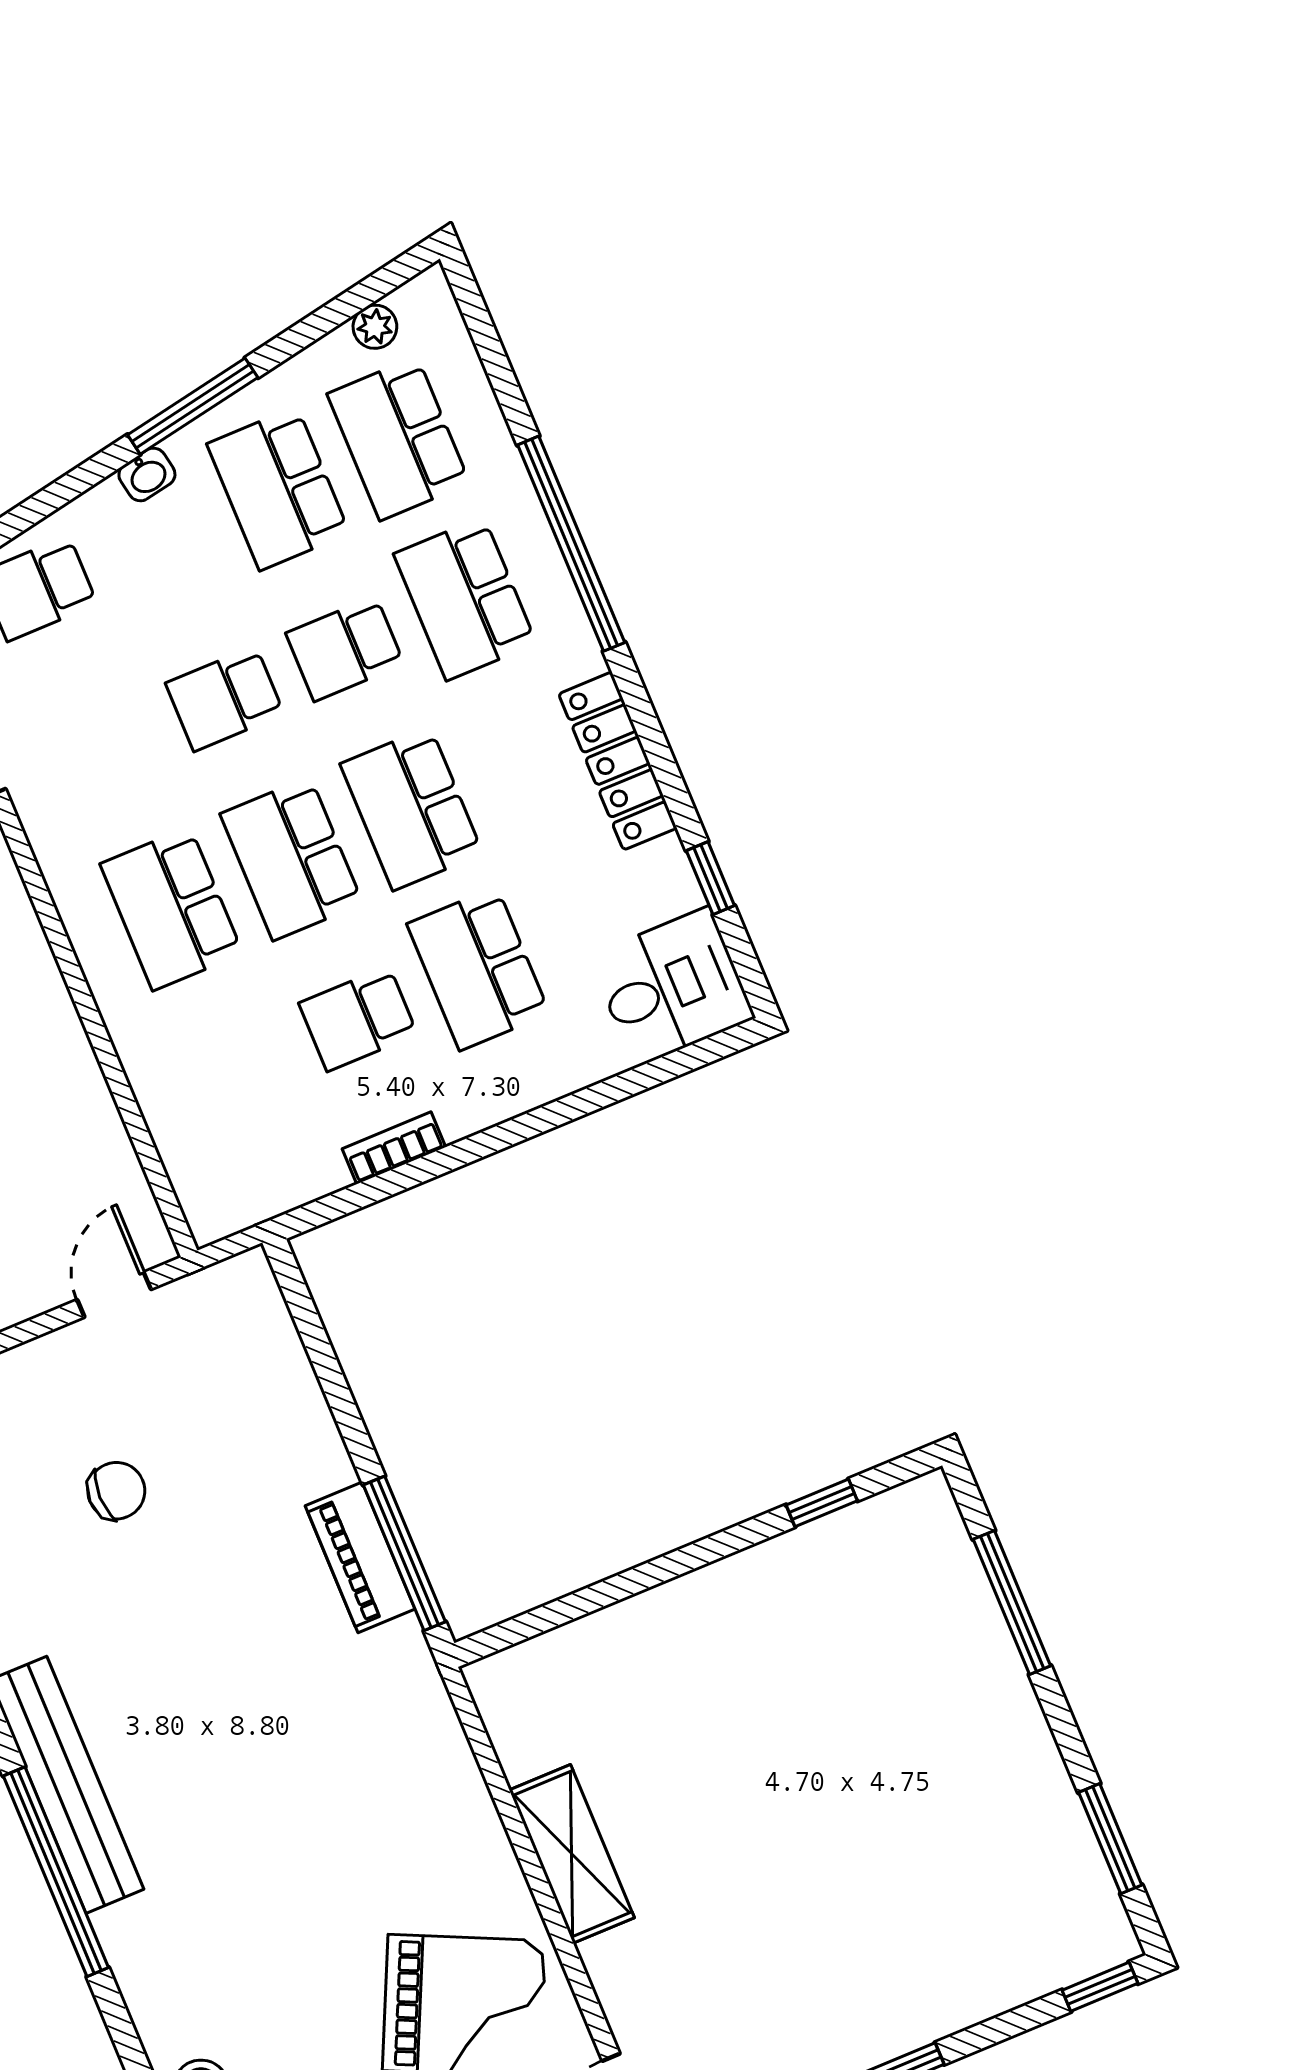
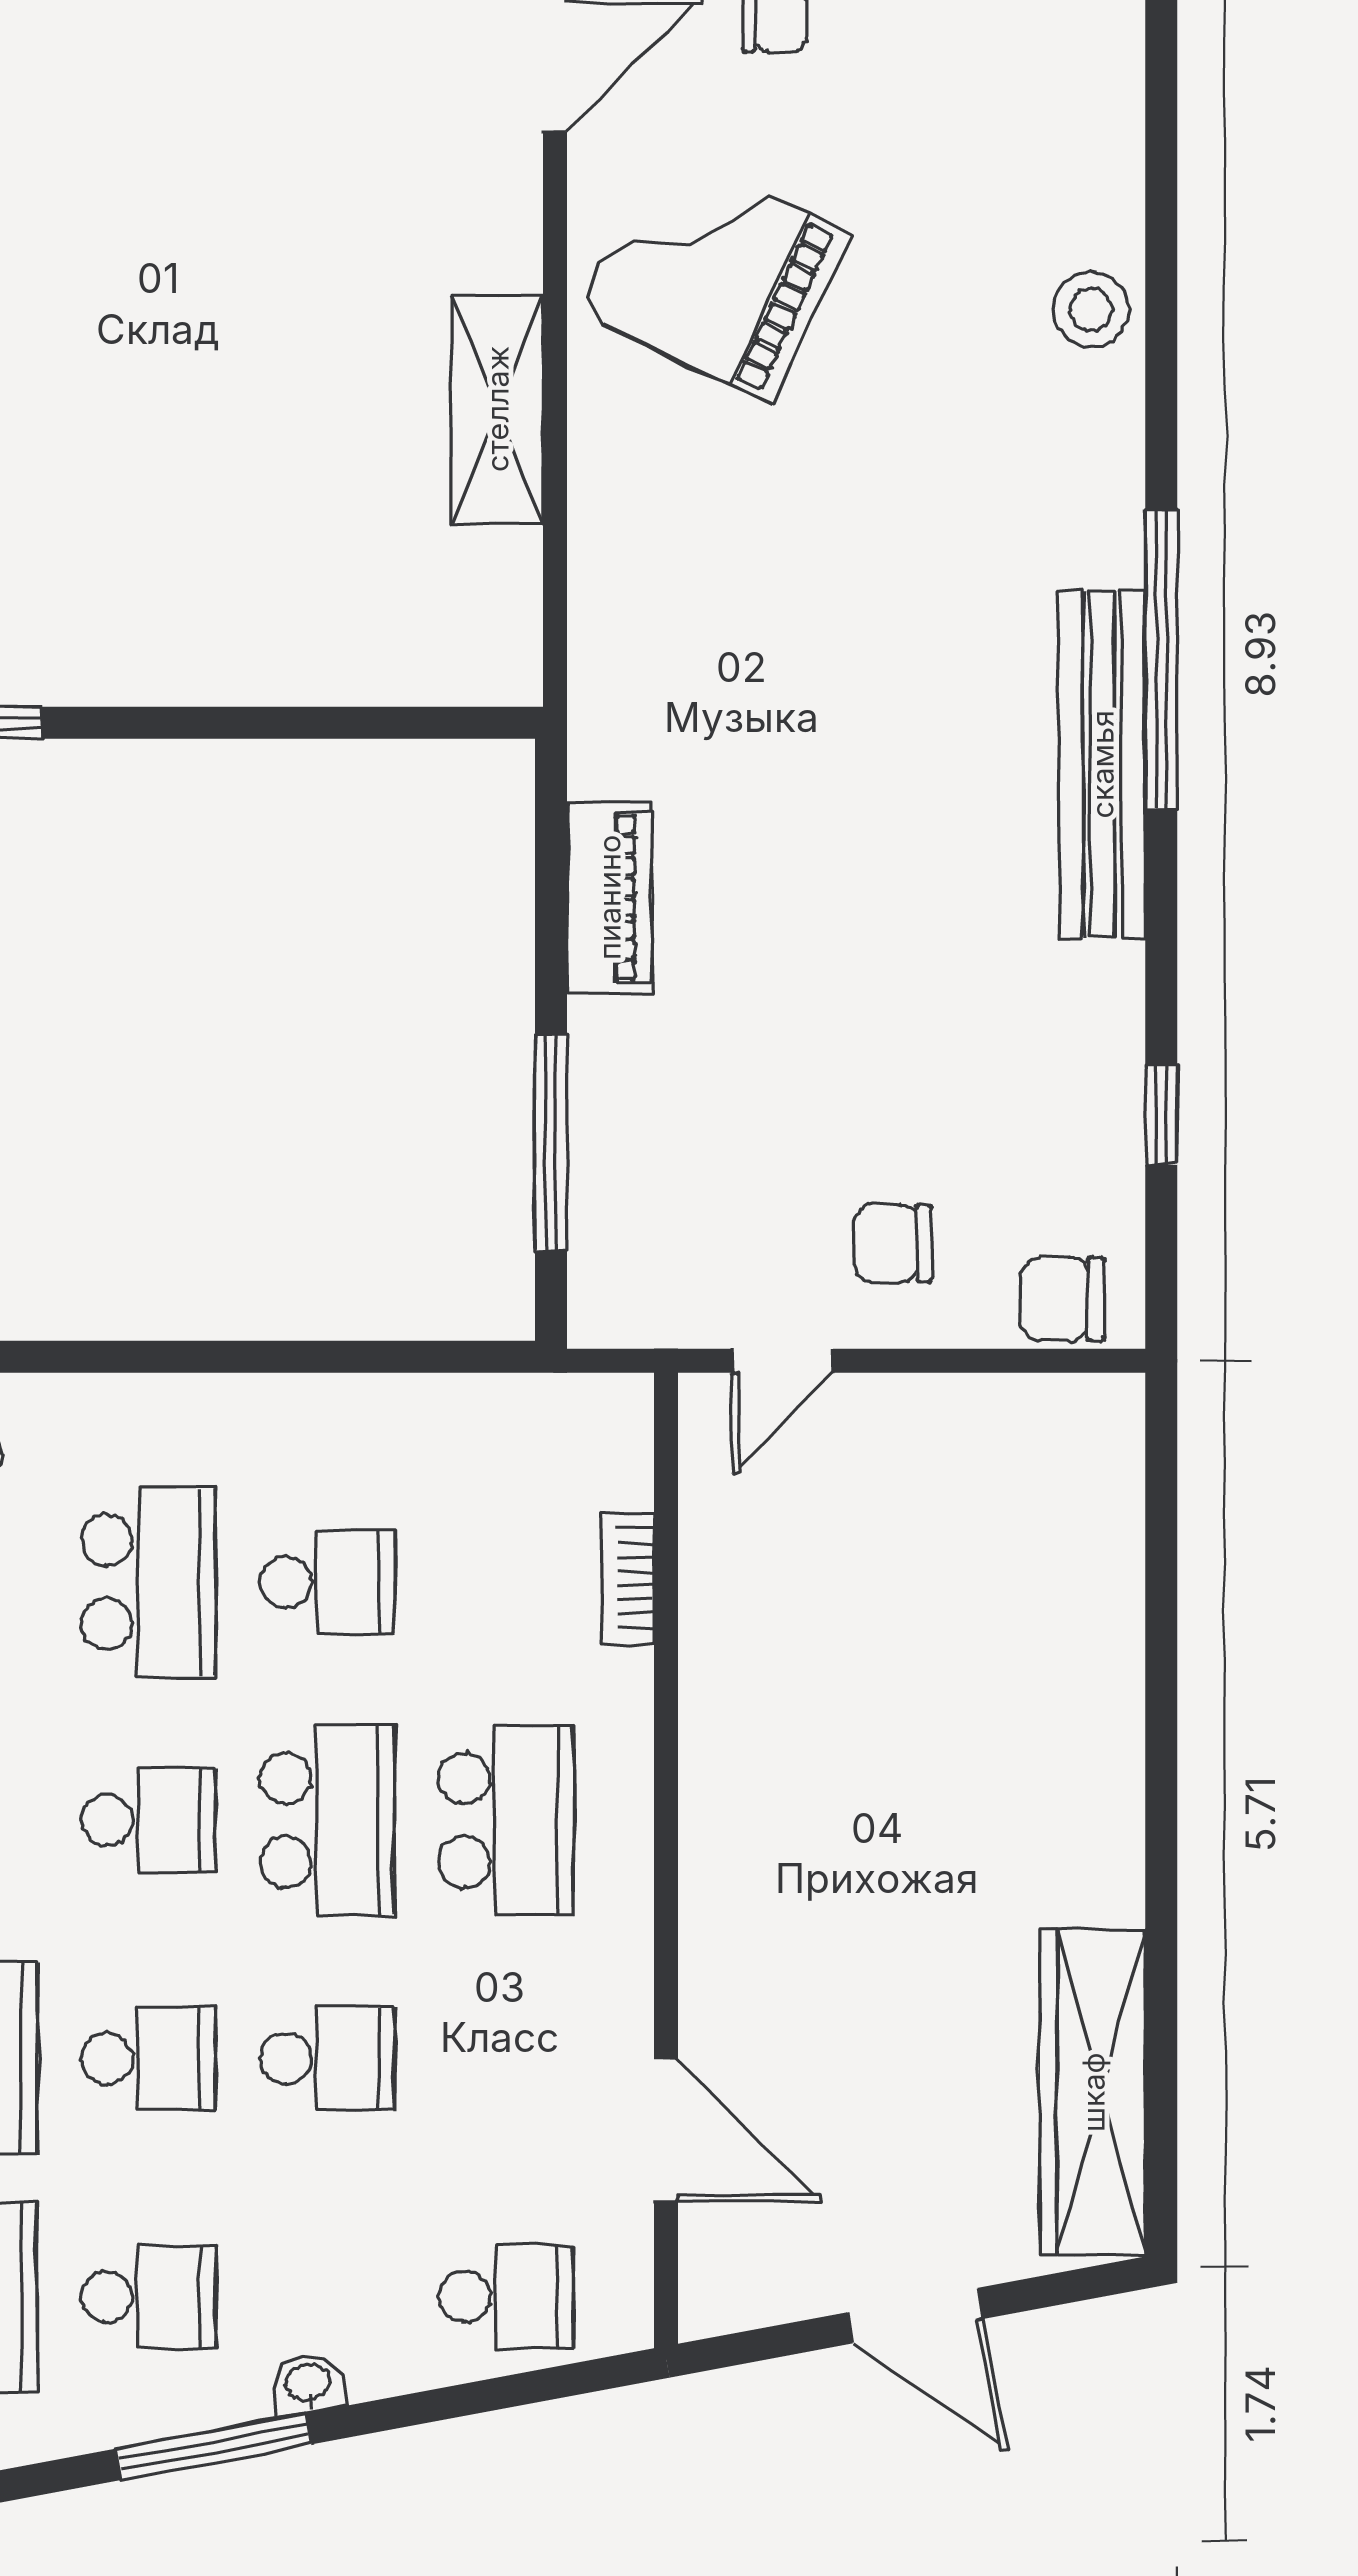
school desk: (278, 489) -> (149, 2297), width x0.54
school desk: (412, 809) -> (149, 1820), width x0.54
bookcase: (394, 1148) -> (628, 1578), moved, turned 90
chair: (116, 1491) -> (893, 1243), moved
window: (404, 1553) -> (551, 1142), moved

